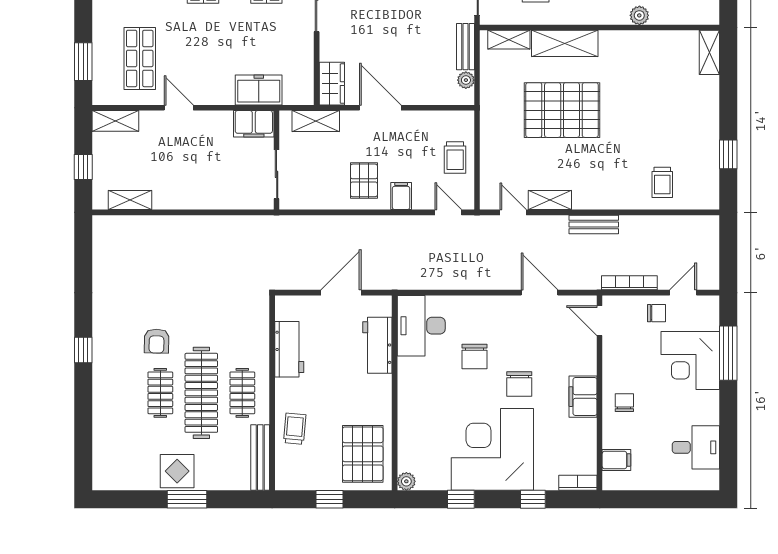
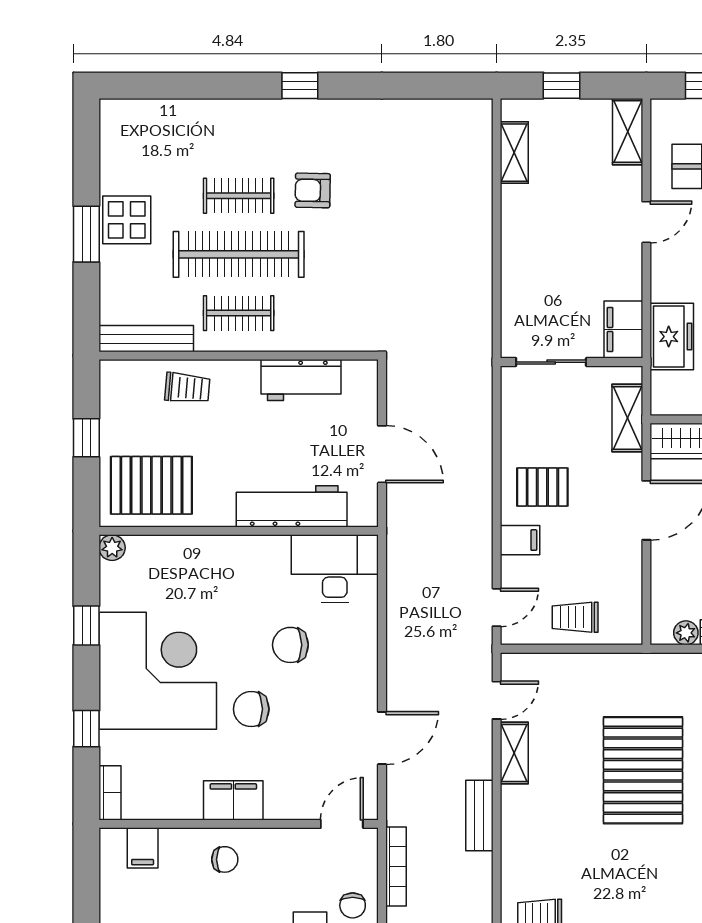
workbench: (377, 345) -> (292, 506), width x1.38

